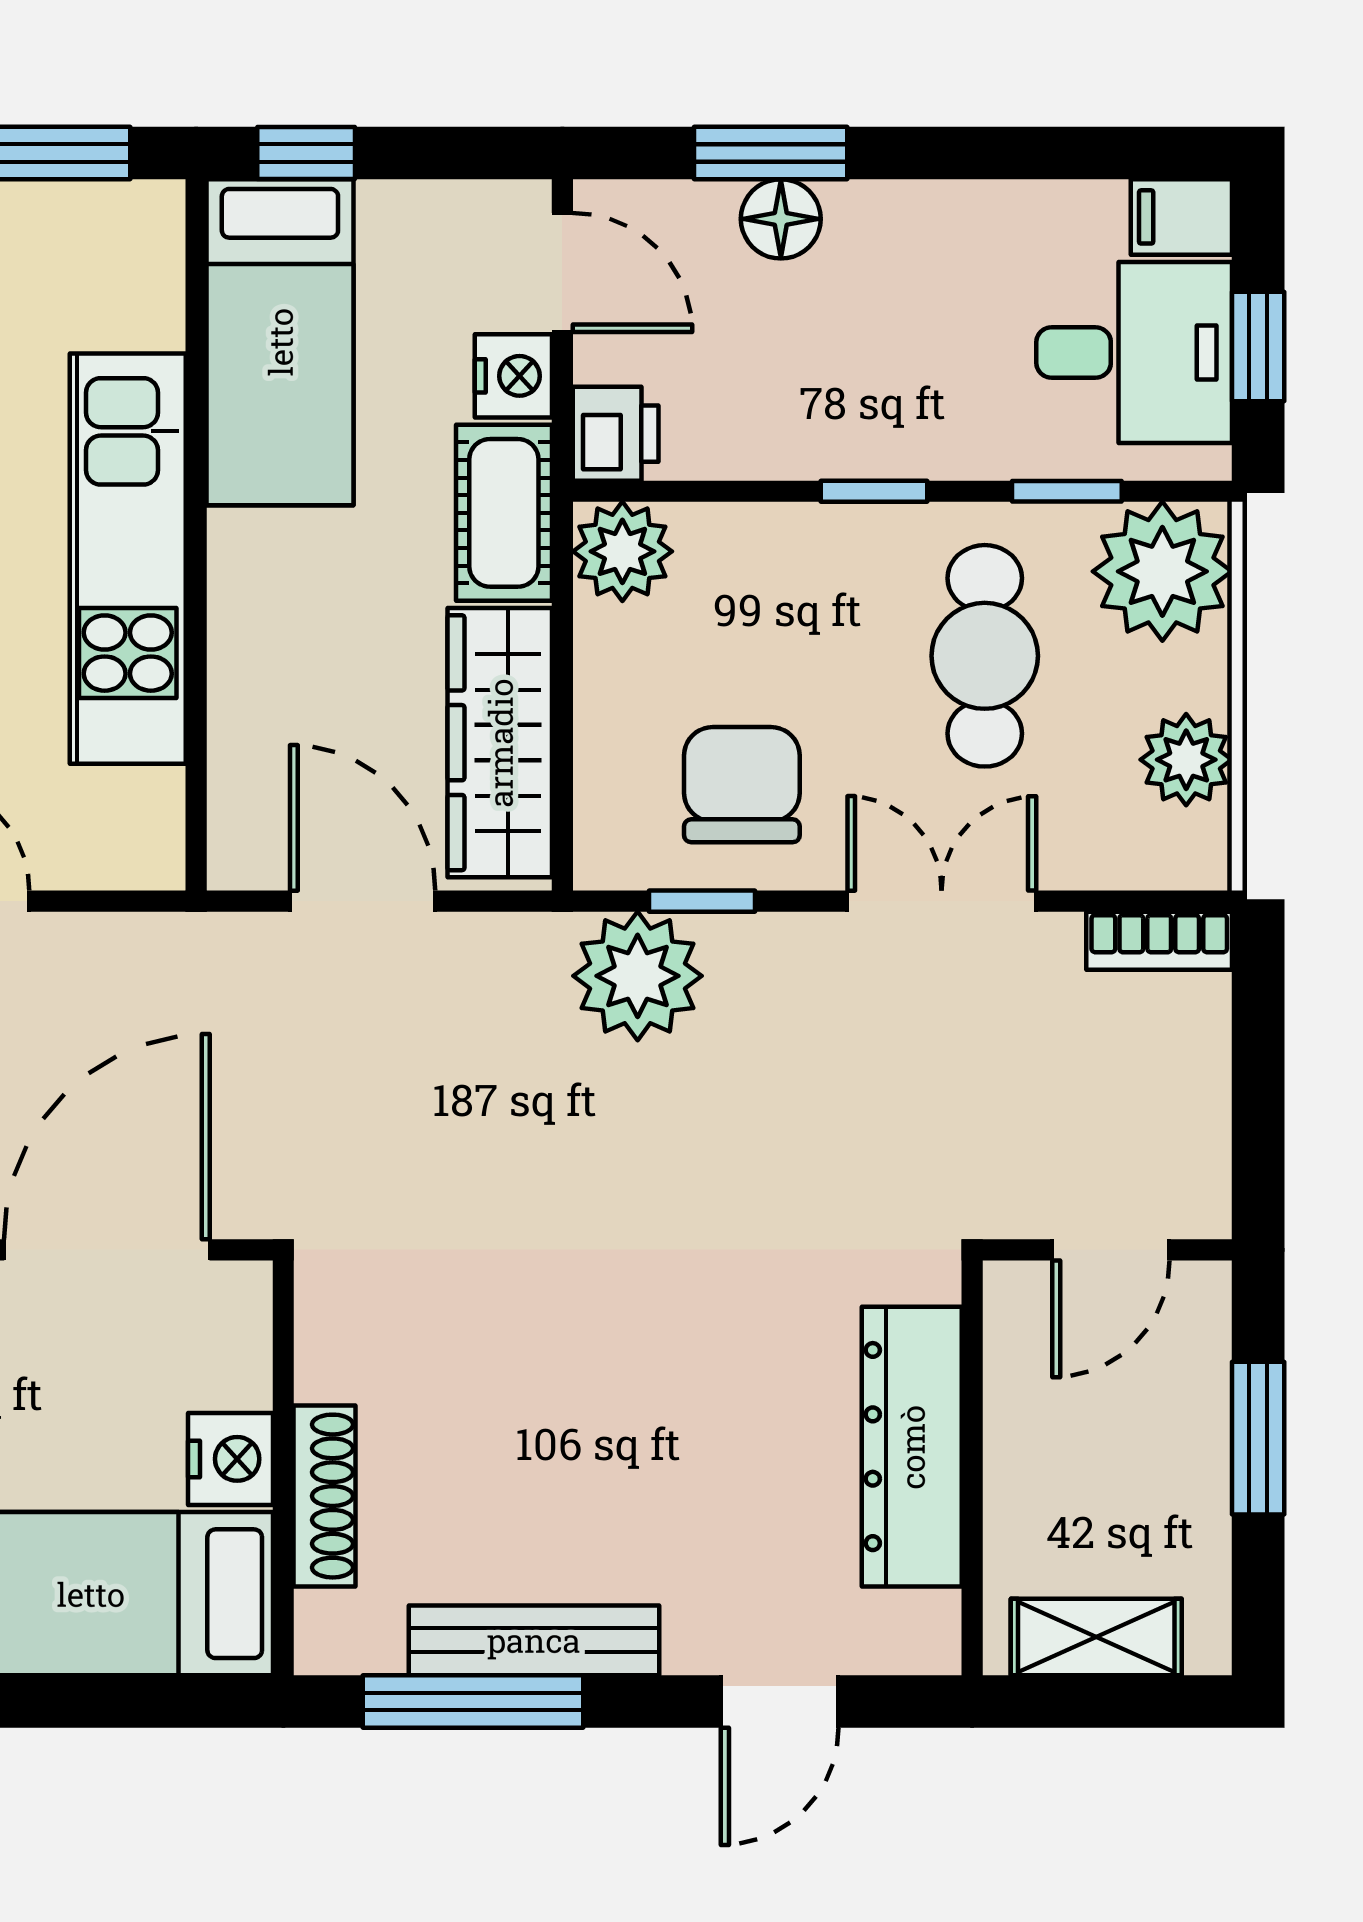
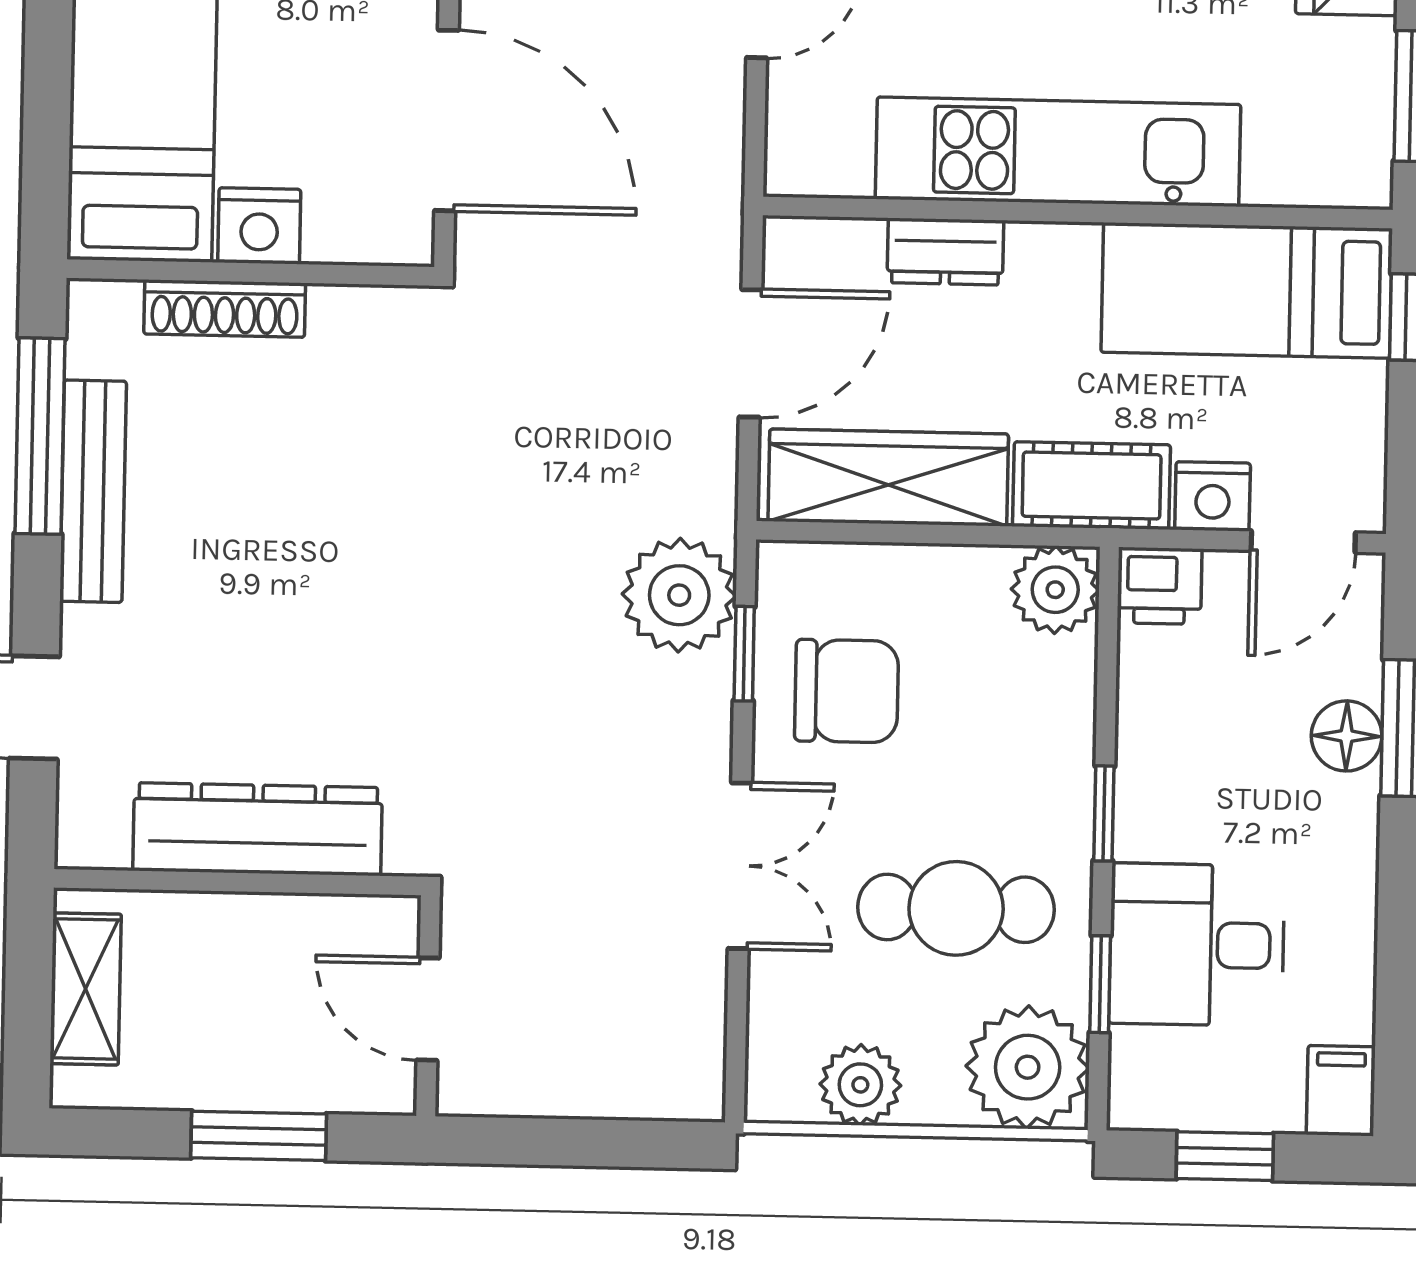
desk: (1134, 353) -> (1197, 945), moved, turned 90
dresser: (243, 683) -> (945, 252), added
bookcase: (1159, 941) -> (701, 1058), removed

